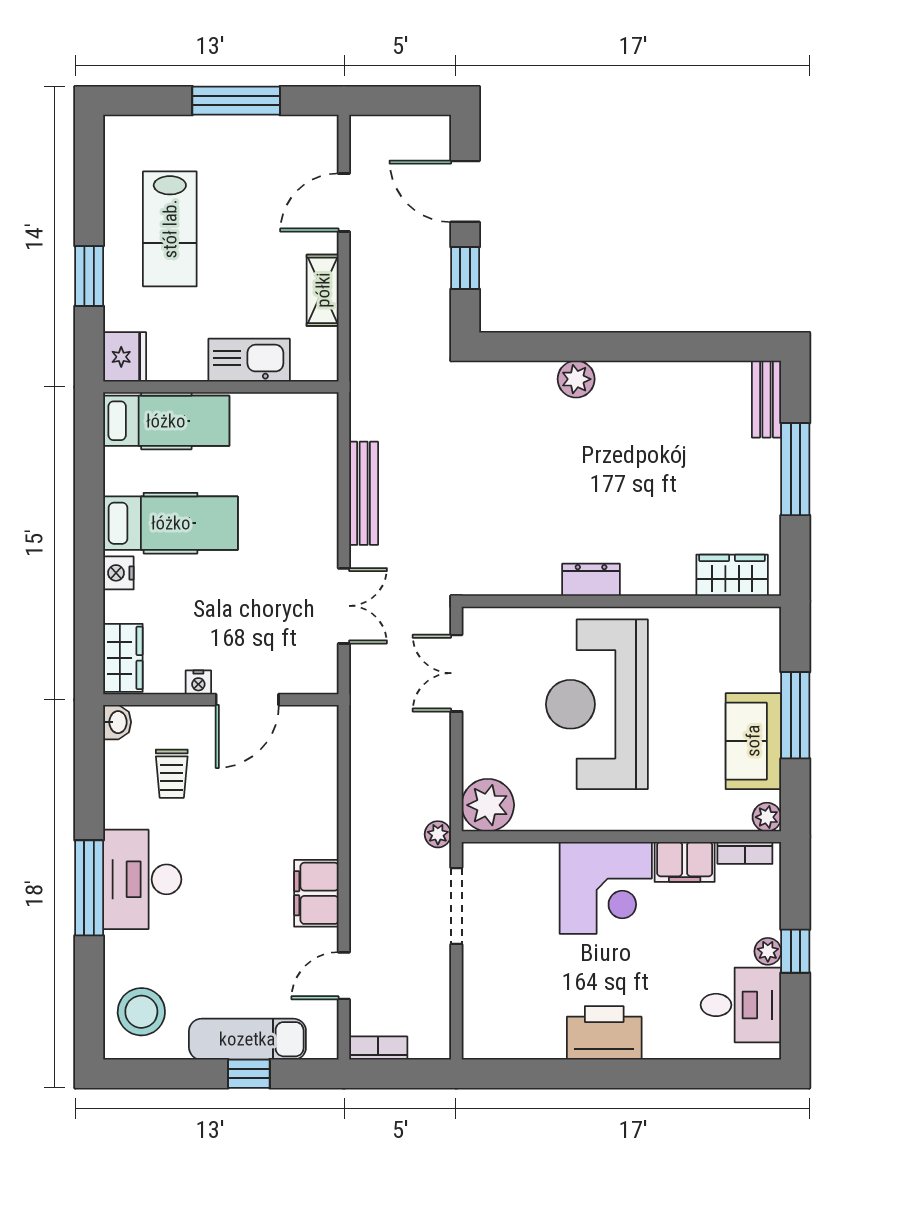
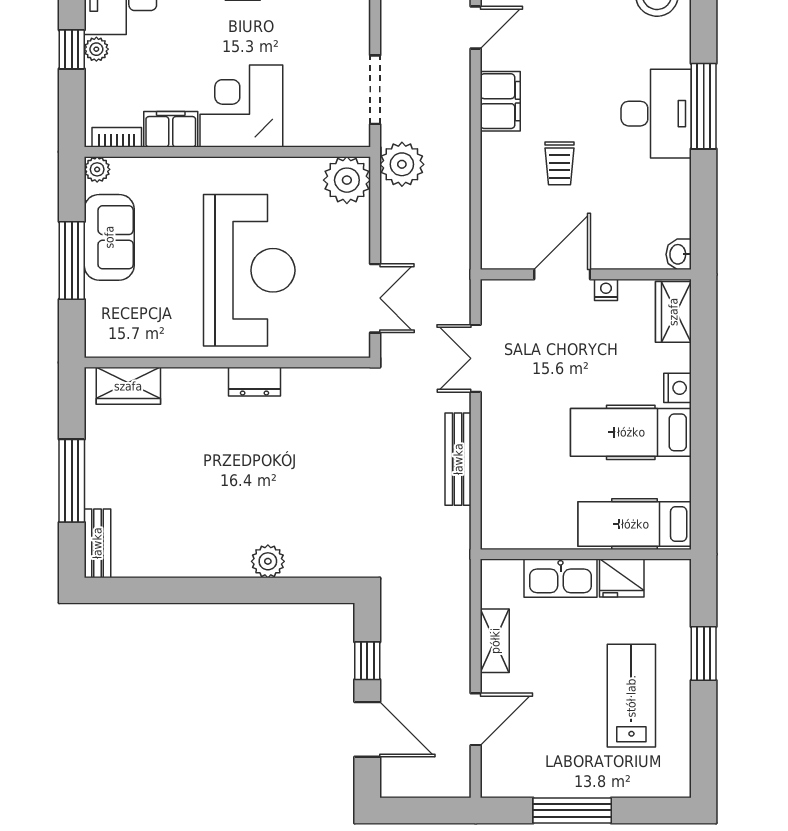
fridge: (125, 357) -> (622, 578), moved, turned -90
trolley: (172, 774) -> (560, 163), moved, turned 180
plant: (438, 834) -> (402, 164), width x1.88, depth x1.88

